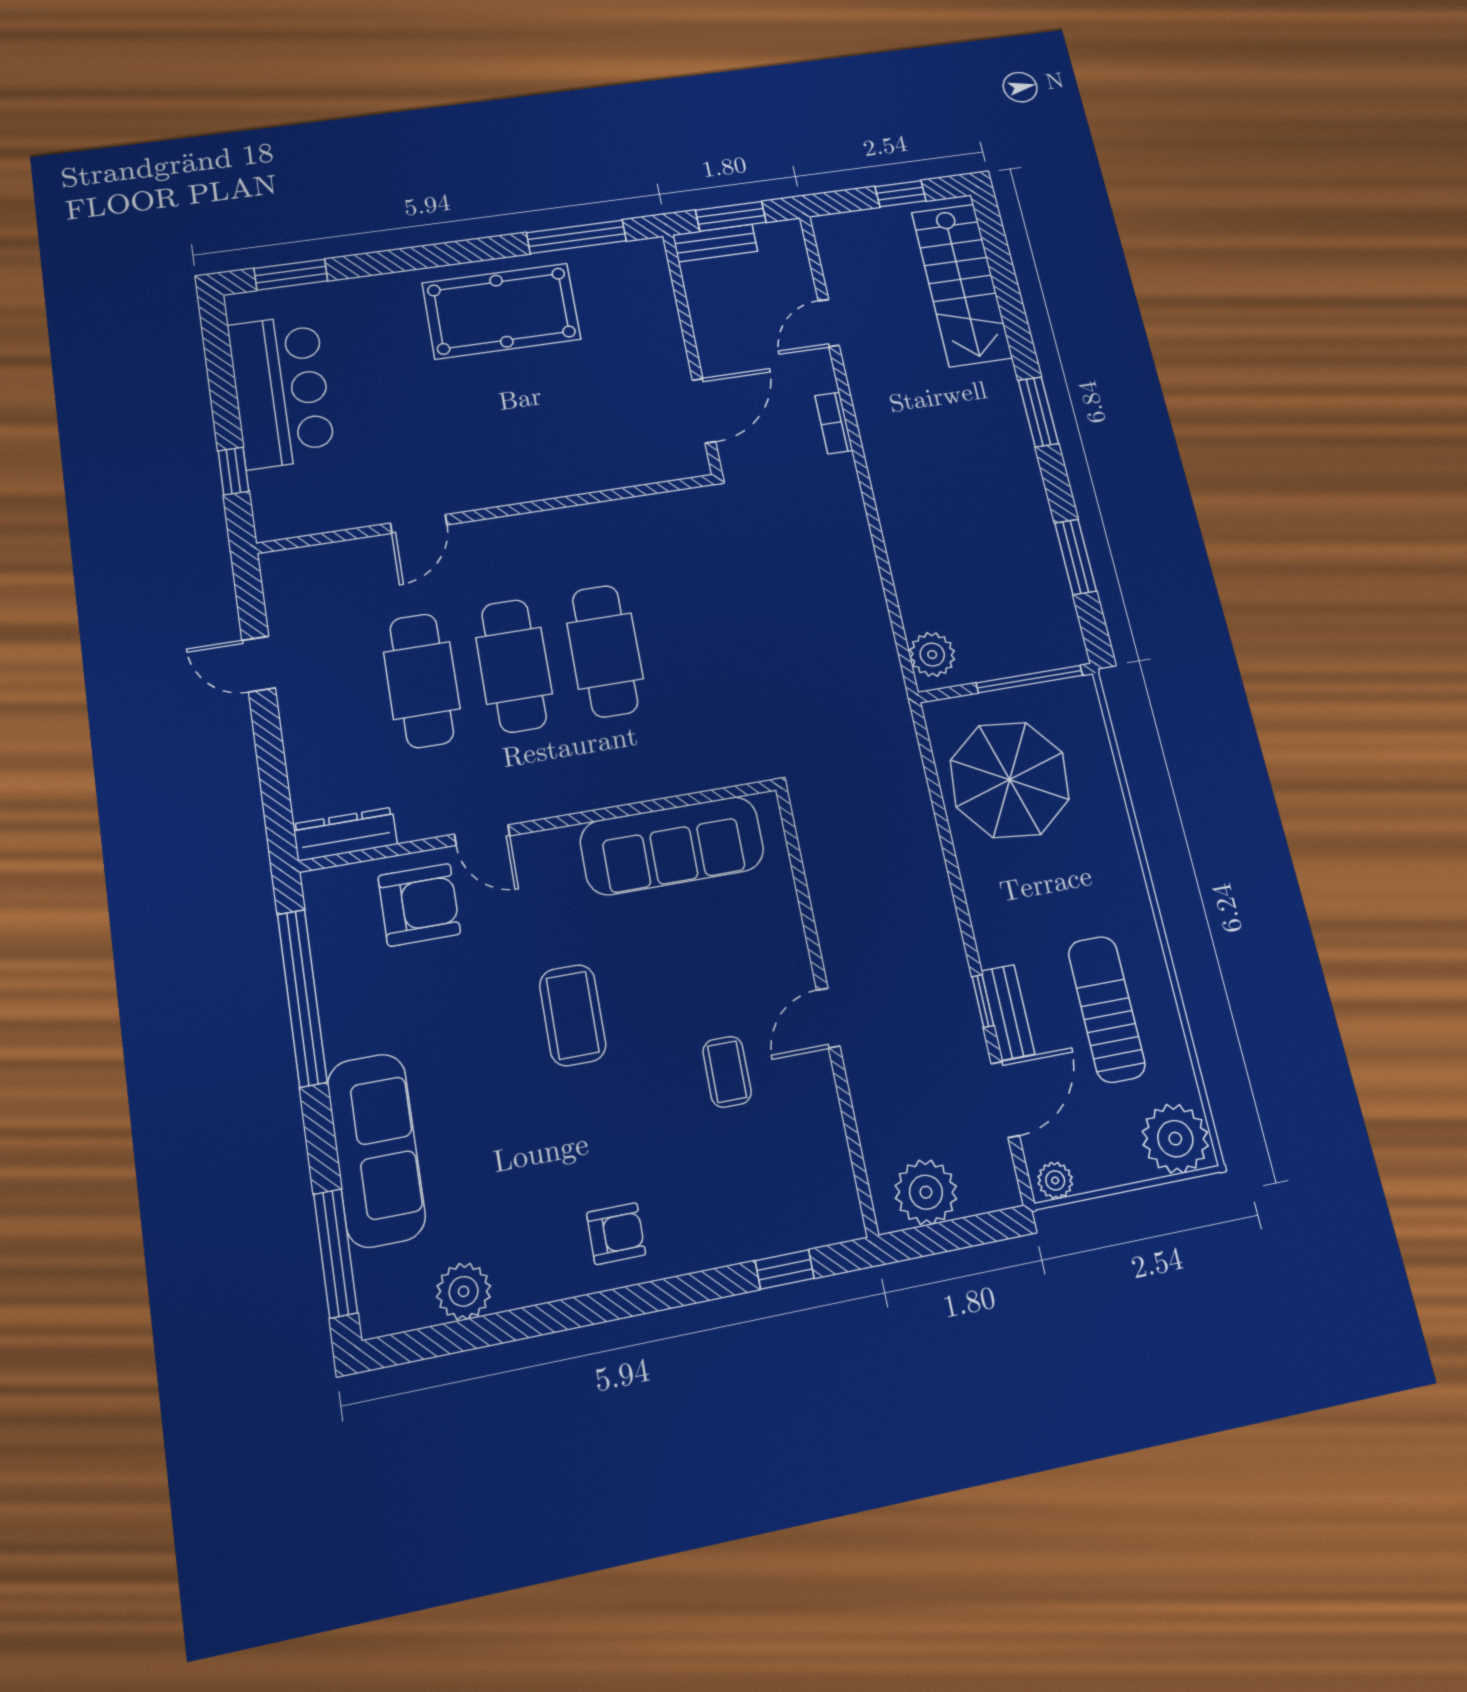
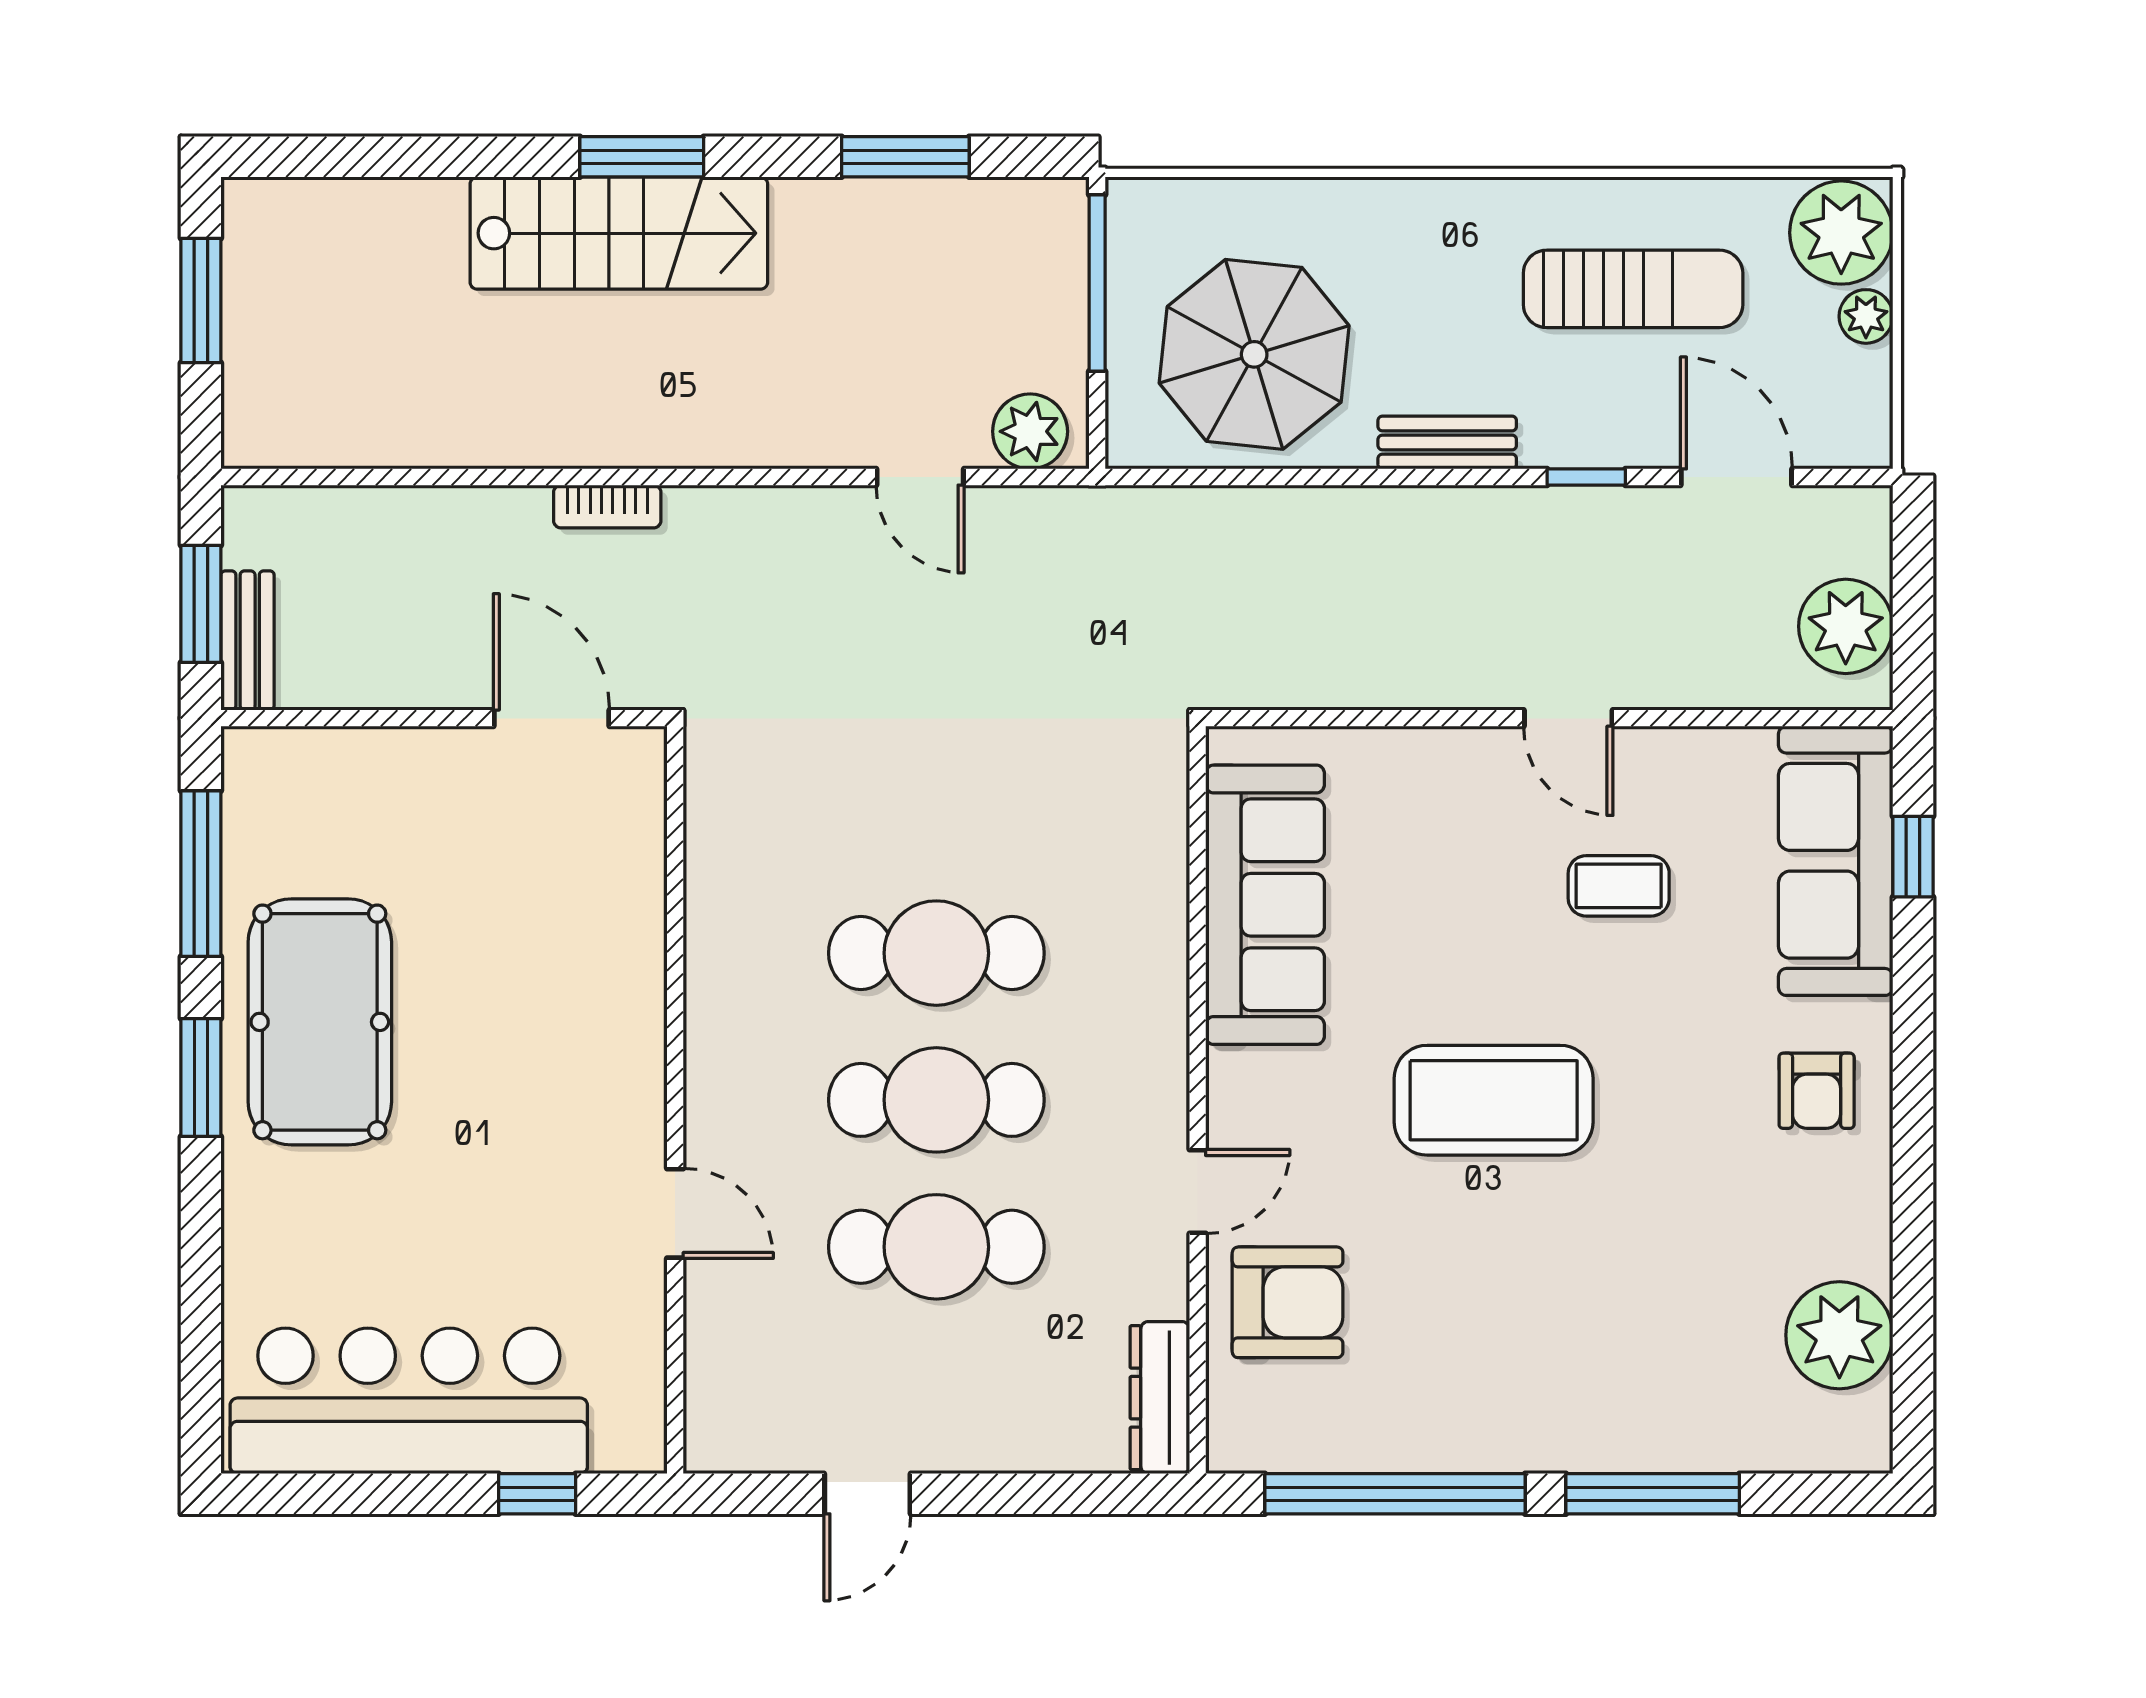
window: (901, 194) -> (201, 300), width x1.50
window: (291, 275) -> (201, 1078), moved
stairs: (962, 285) -> (619, 233), moved
door: (829, 323) -> (920, 477), moved
bar counter: (281, 391) -> (409, 1401), width x1.36
armchair: (419, 905) -> (1288, 1302), turned 90
sun lounger: (1107, 1009) -> (1633, 289), turned 180
bench: (1008, 1012) -> (1447, 443), moved
coffee table: (573, 1015) -> (1494, 1100), width x1.36, depth x1.32
sofa: (376, 1150) -> (1836, 861), moved, turned -90
plant: (1055, 1180) -> (1866, 316), moved
armchair: (616, 1234) -> (1817, 1091), turned 180
window: (335, 1253) -> (1653, 1494), moved
plant: (464, 1291) -> (1839, 1335), width x1.36, depth x1.36

